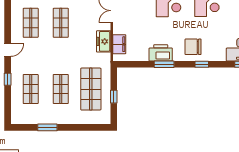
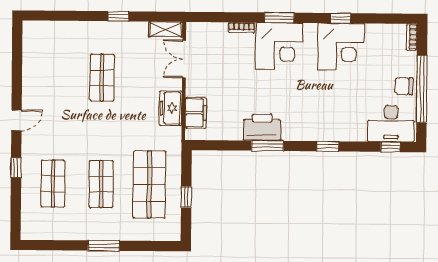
shop shelf: (31, 23) -> (54, 77), removed
chair: (193, 47) -> (314, 118), removed
window: (47, 127) -> (104, 246), moved

